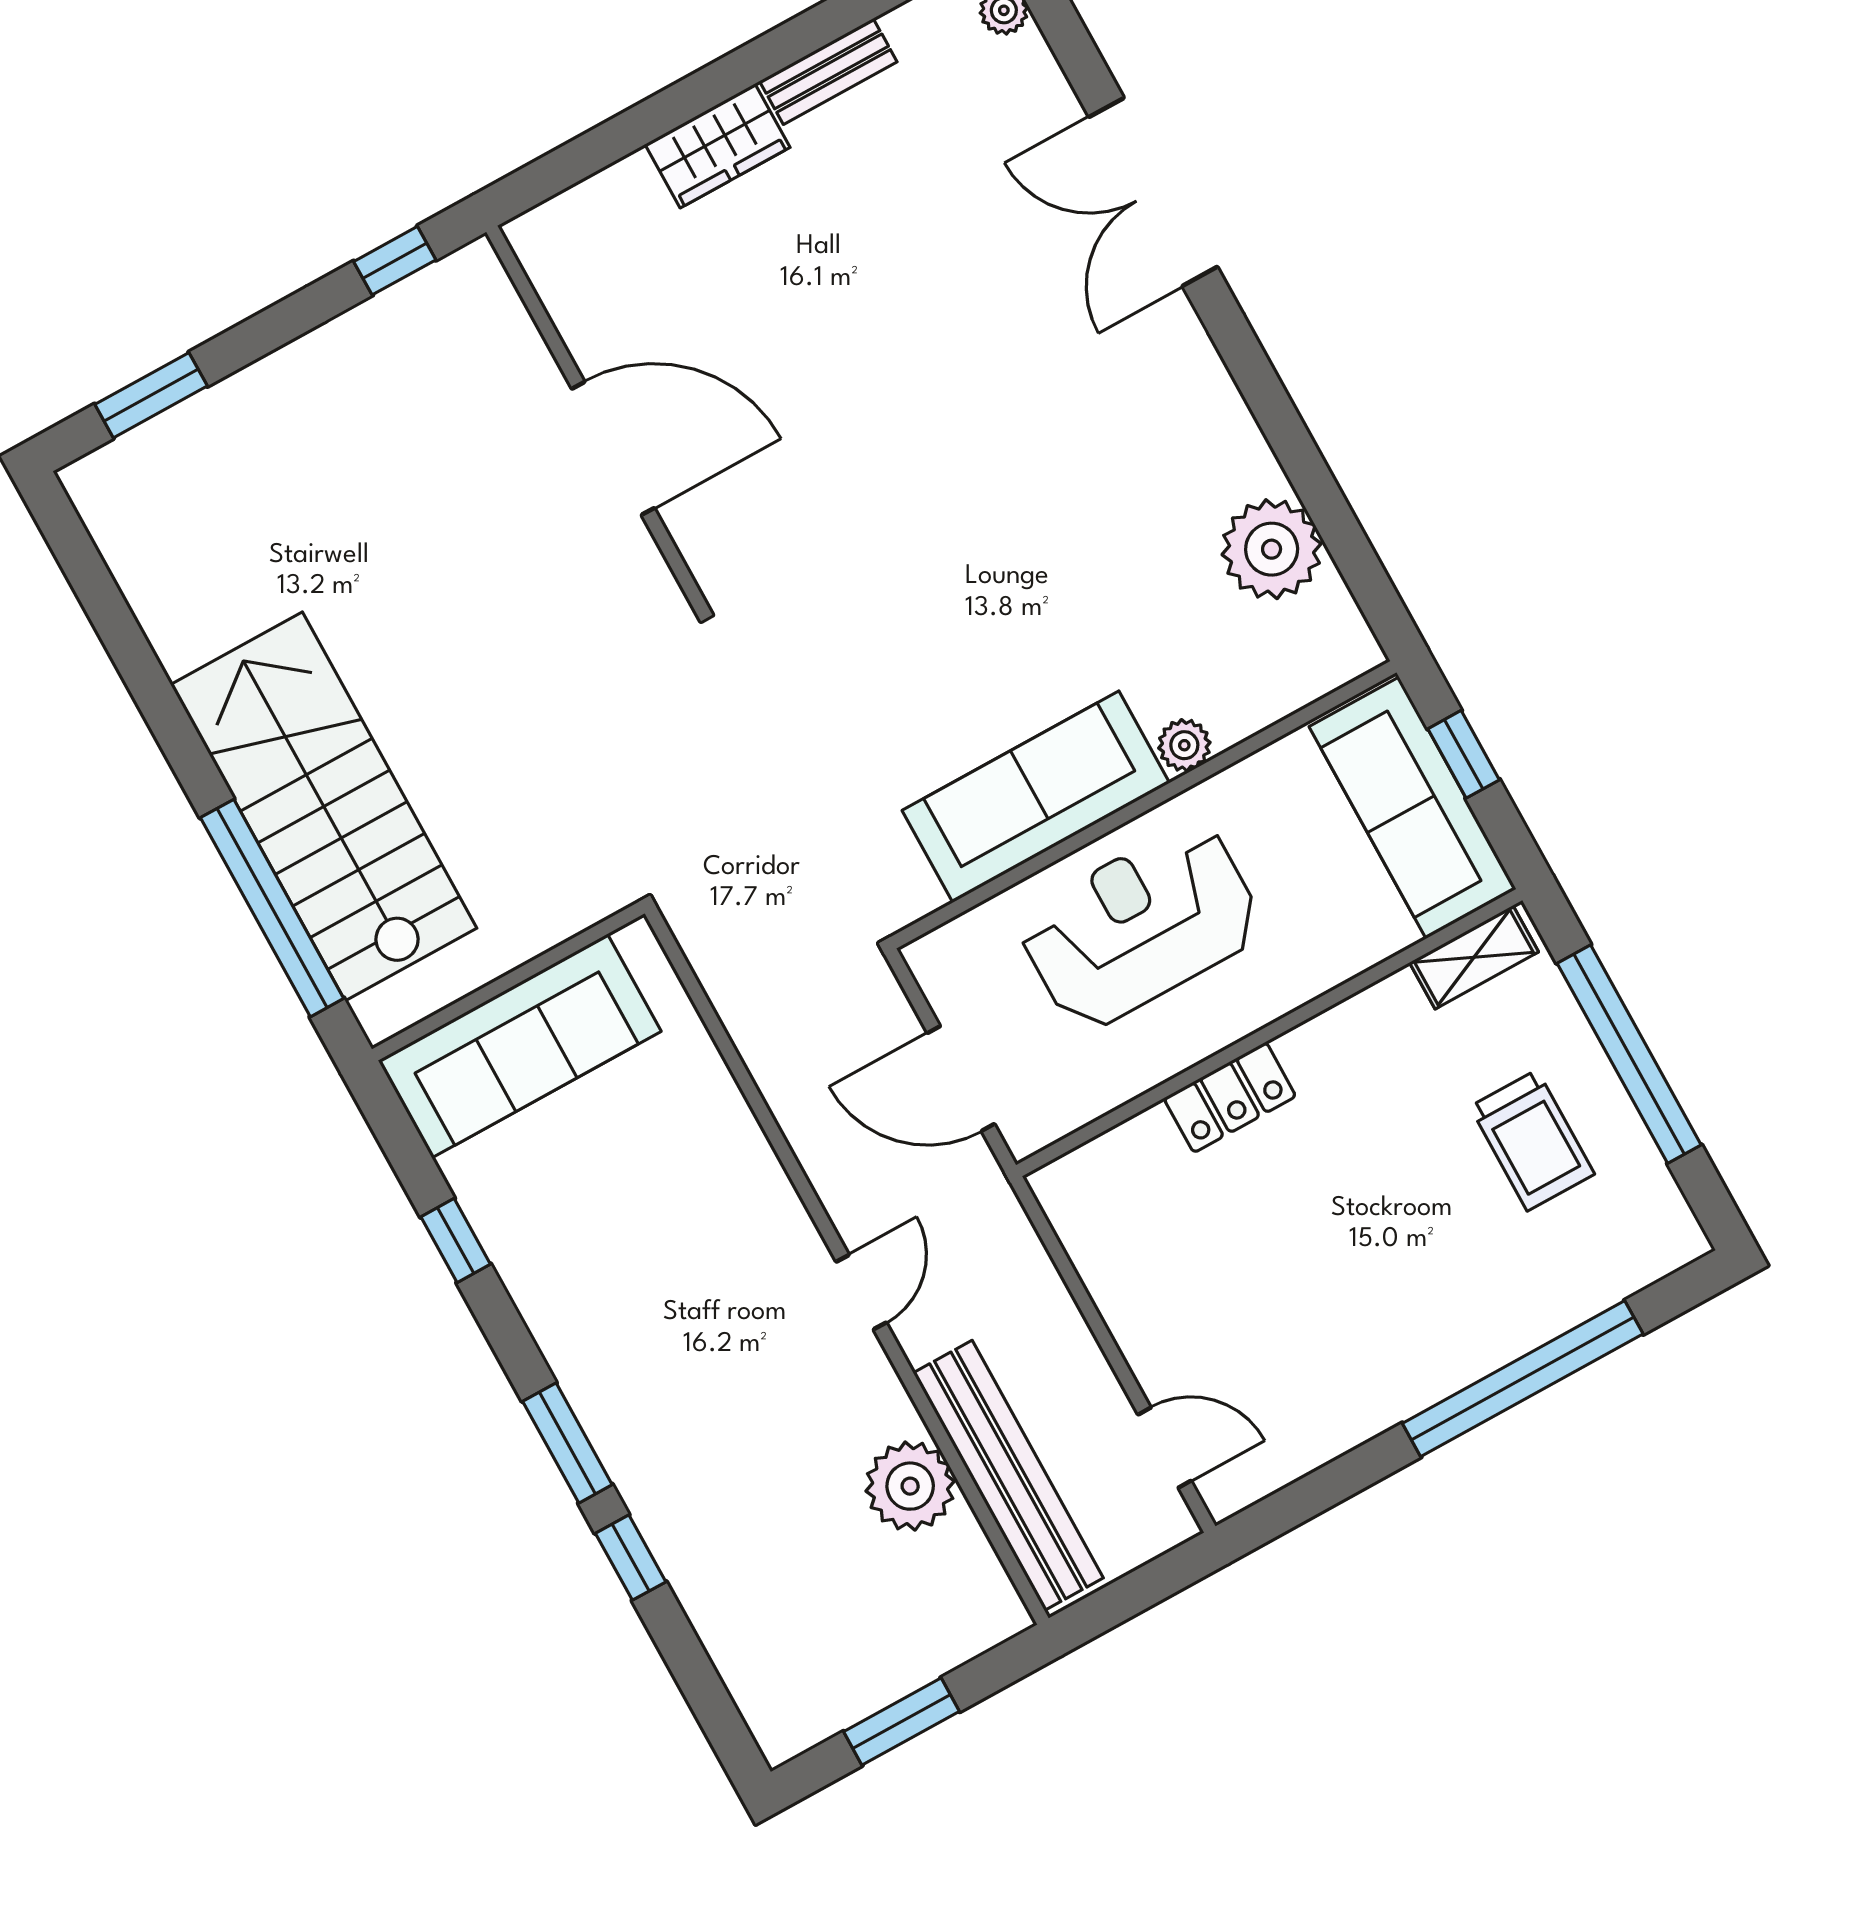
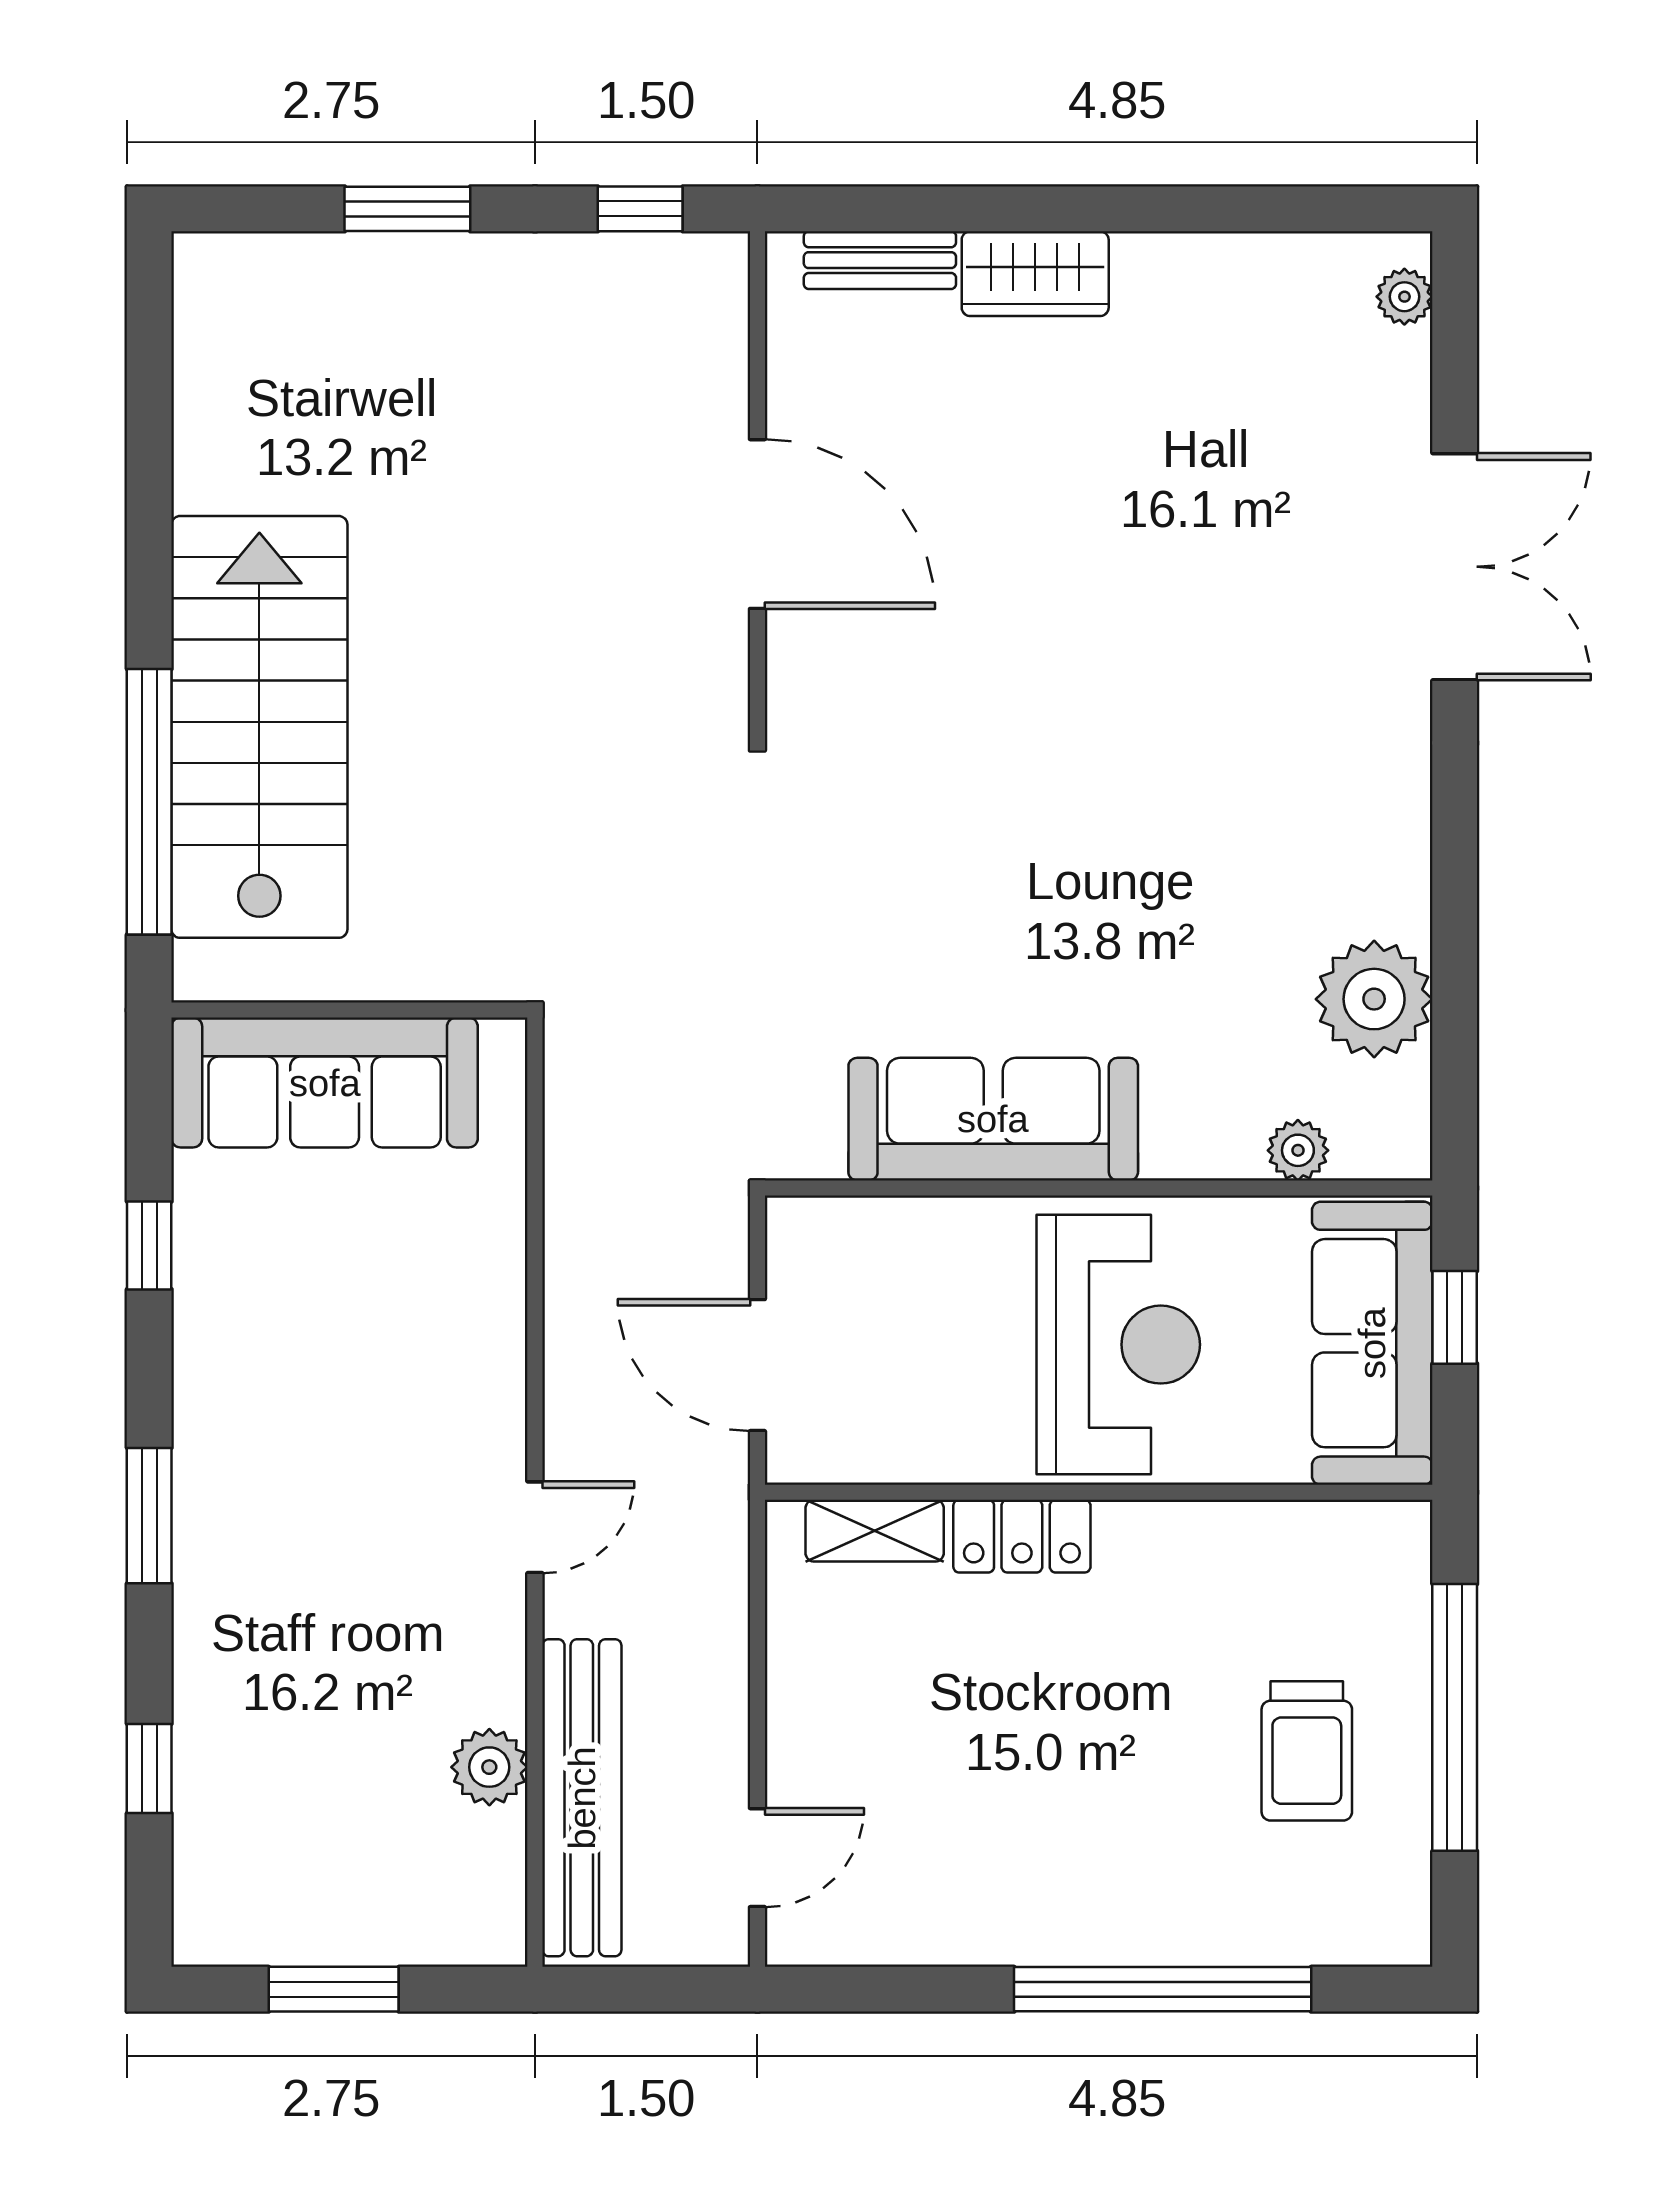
bench: (828, 71) -> (880, 260), moved
double door: (1153, 192) -> (1455, 567), swing flipped
window: (151, 395) -> (407, 209), moved
plant: (1184, 745) -> (1298, 1150), moved
reception desk: (1140, 926) -> (1118, 1345), moved, turned 90
shelving: (1474, 957) -> (875, 1531), moved
door: (1165, 1448) -> (757, 1858), hinge flipped
plant: (910, 1486) -> (489, 1767), width x0.73, depth x0.73
window: (631, 1558) -> (149, 1768), moved

